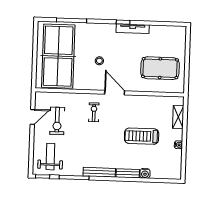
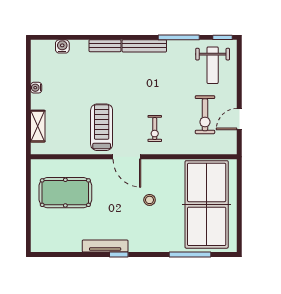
exercise bike: (57, 121) -> (205, 115), turned 180
treadmill: (142, 136) -> (102, 127), moved, turned -90
water cooler: (145, 173) -> (62, 46), moved

